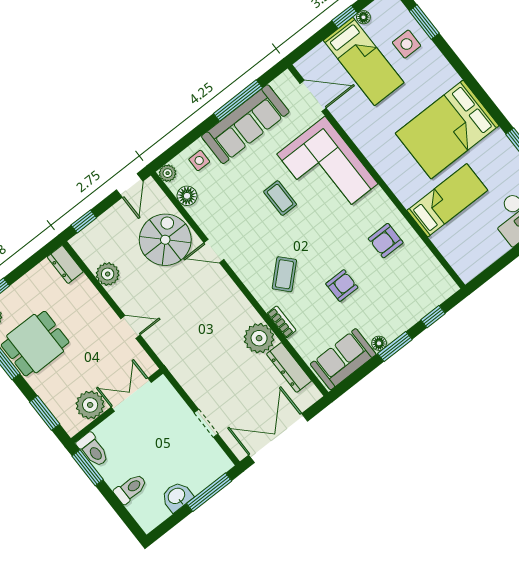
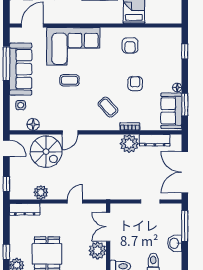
plant: (168, 173) -> (15, 125), removed
spiral stairs: (165, 240) -> (46, 152), turned 180
dresser: (65, 264) -> (25, 209), width x1.44
window: (395, 347) -> (185, 105), moved

